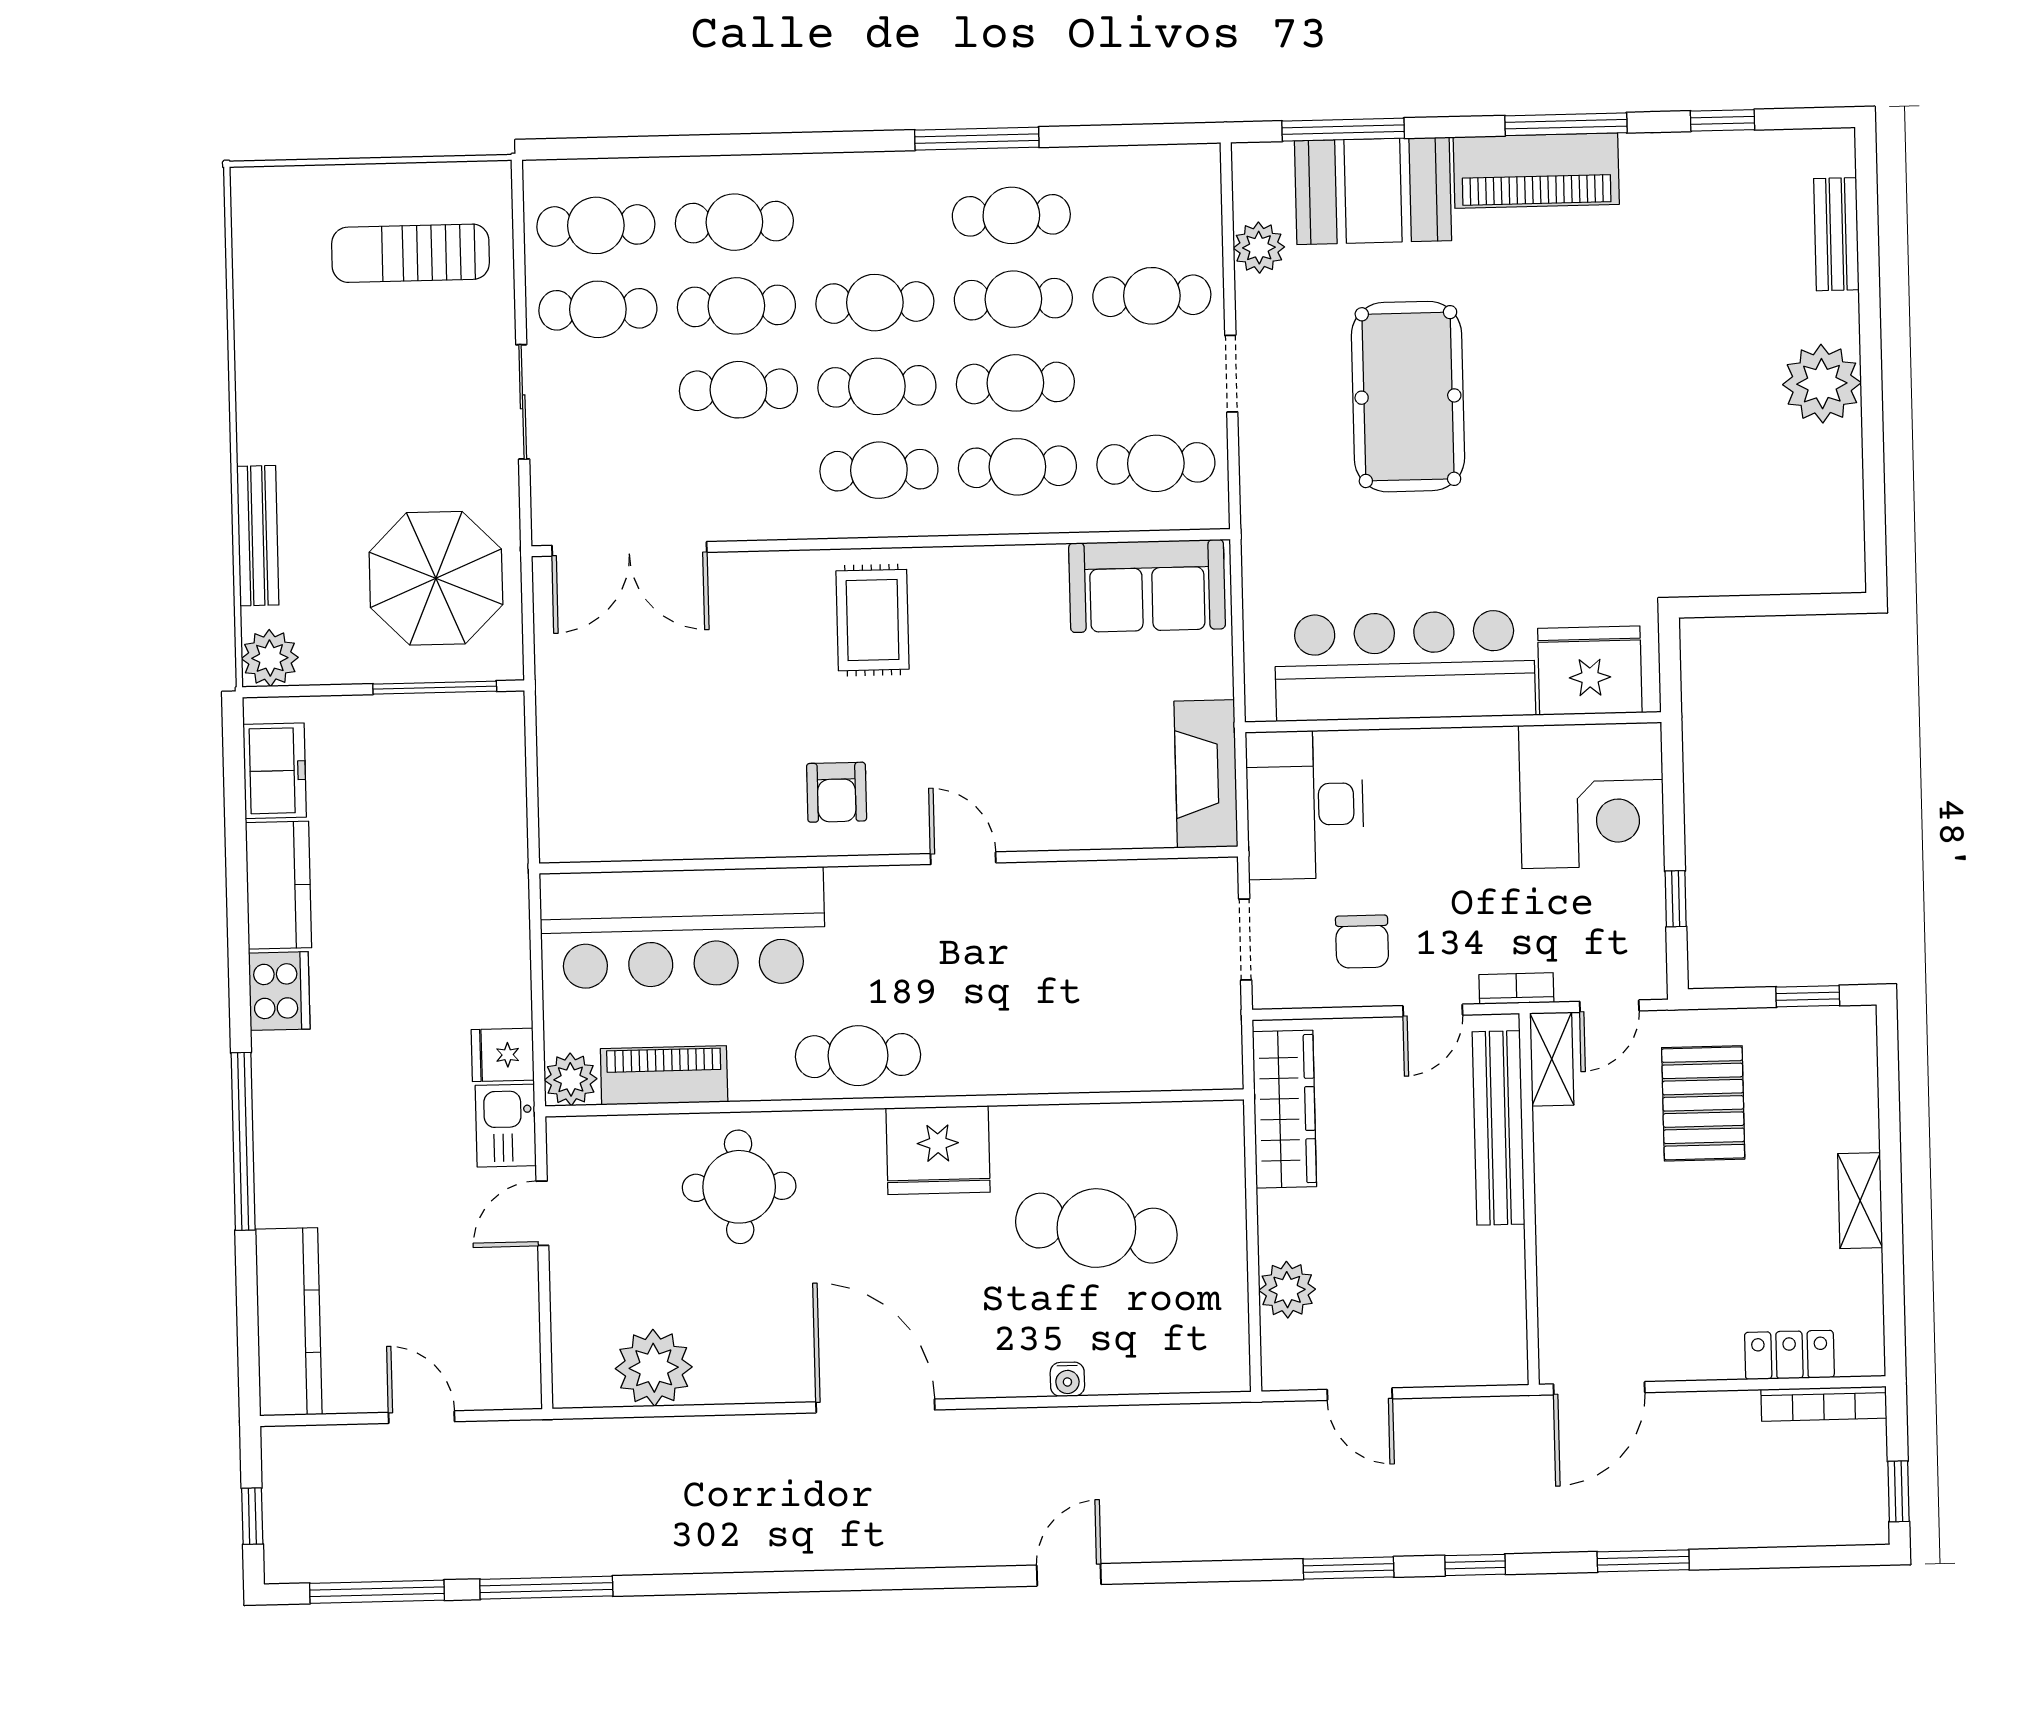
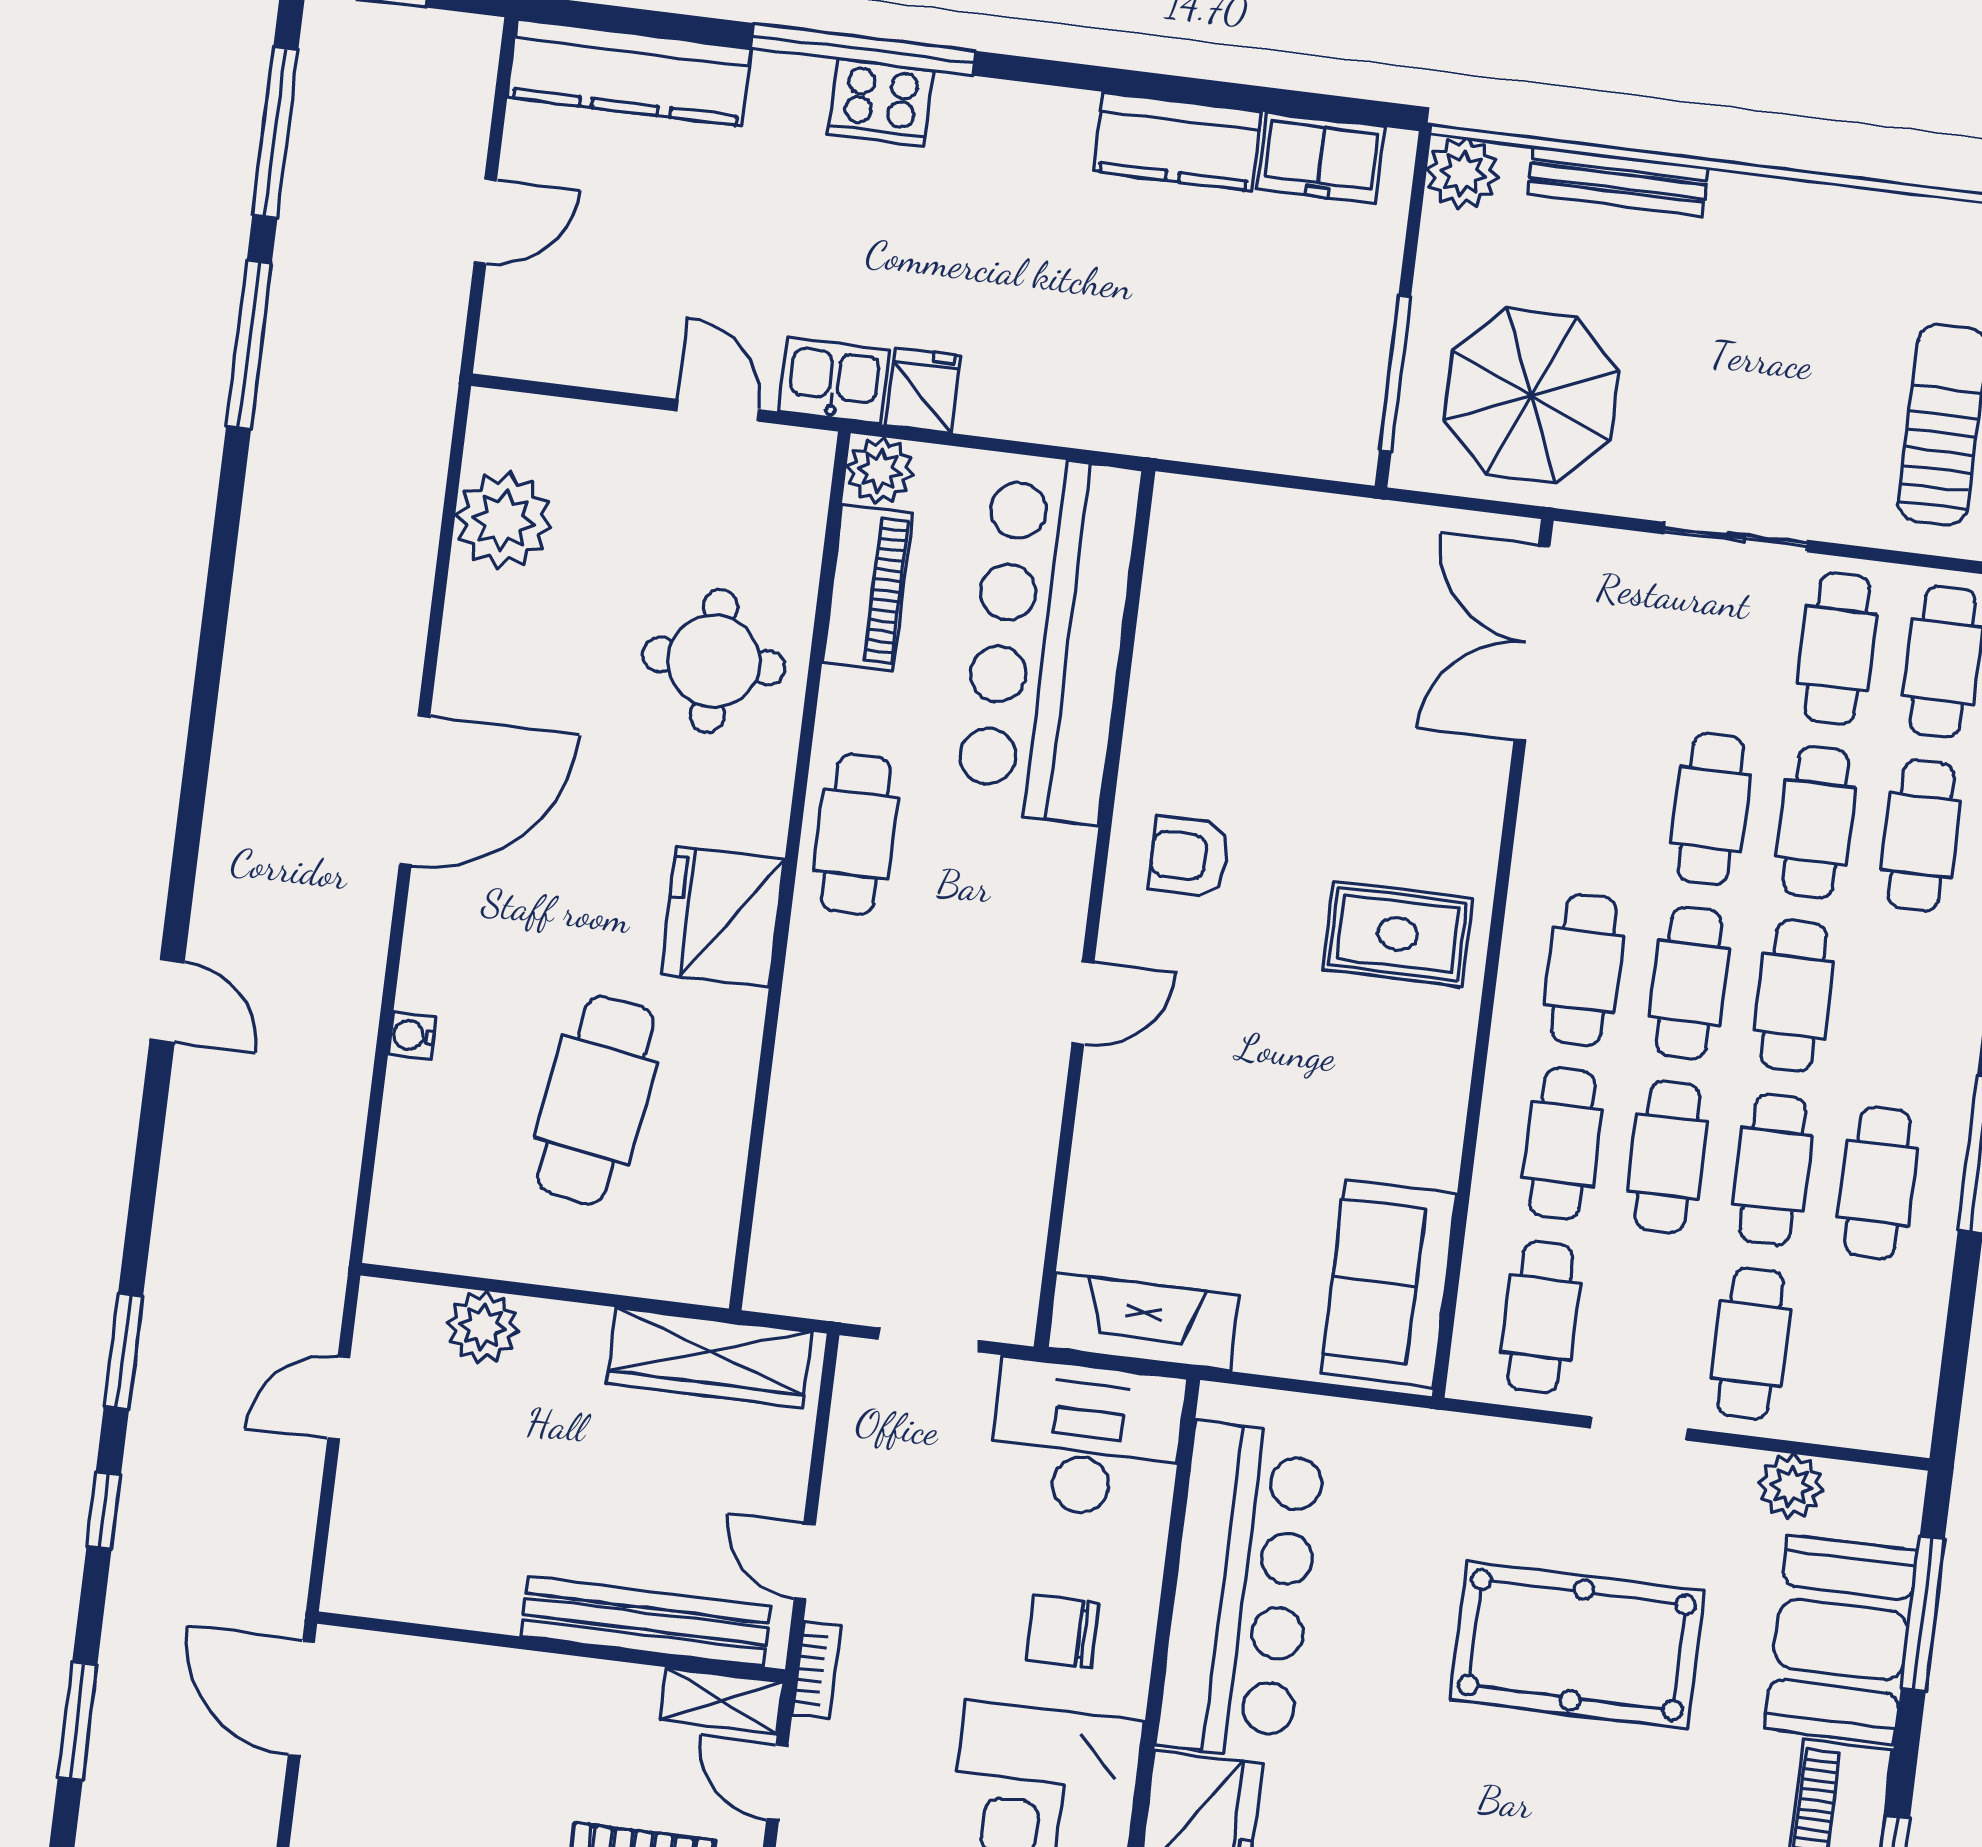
chair: (1362, 942) -> (1062, 1632), moved
cooker: (279, 991) -> (881, 102), moved

